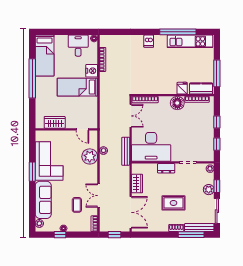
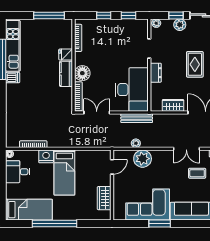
dishwasher: (149, 41) -> (13, 78), moved
kitchen counter: (201, 89) -> (66, 74), moved
floor lamp: (177, 103) -> (82, 73), moved

